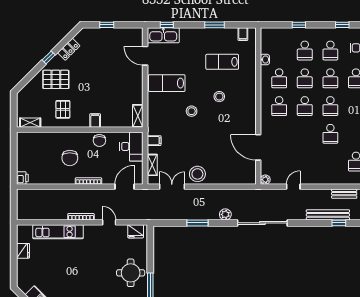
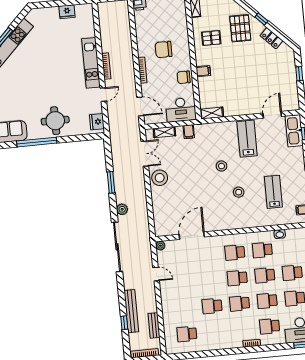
kitchen unit: (58, 232) -> (91, 63), moved

